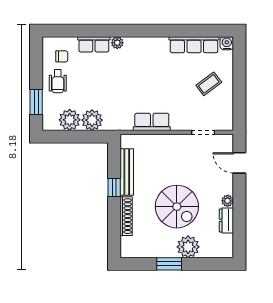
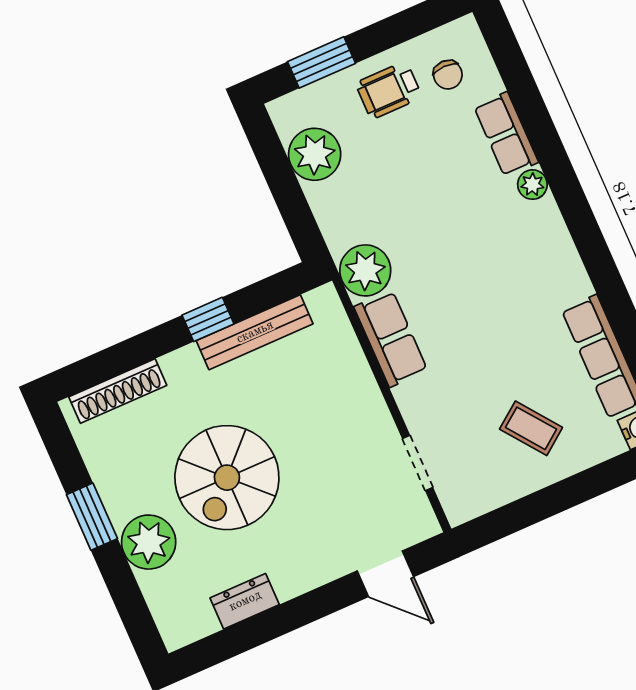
plant: (92, 120) -> (365, 270), moved
door: (239, 163) -> (385, 574), swing flipped
plant: (228, 201) -> (289, 584), removed
shoe rack: (126, 216) -> (118, 391), moved

